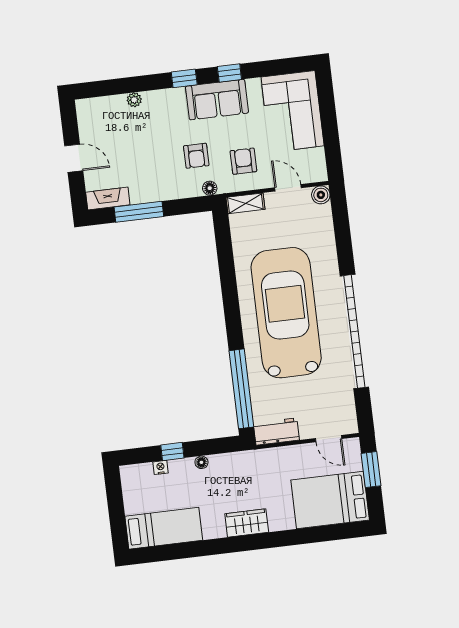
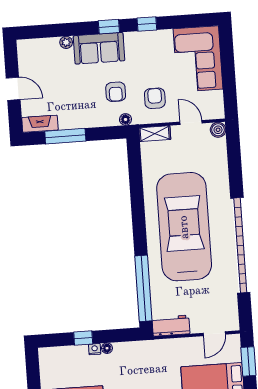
sofa: (217, 100) -> (99, 48), moved
door: (329, 439) -> (214, 334), hinge flipped
nightstand: (161, 467) -> (95, 349), moved

